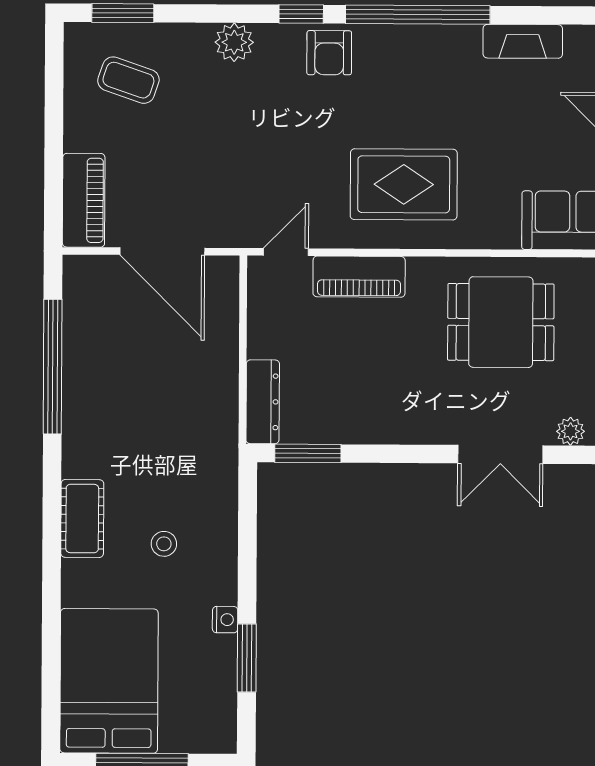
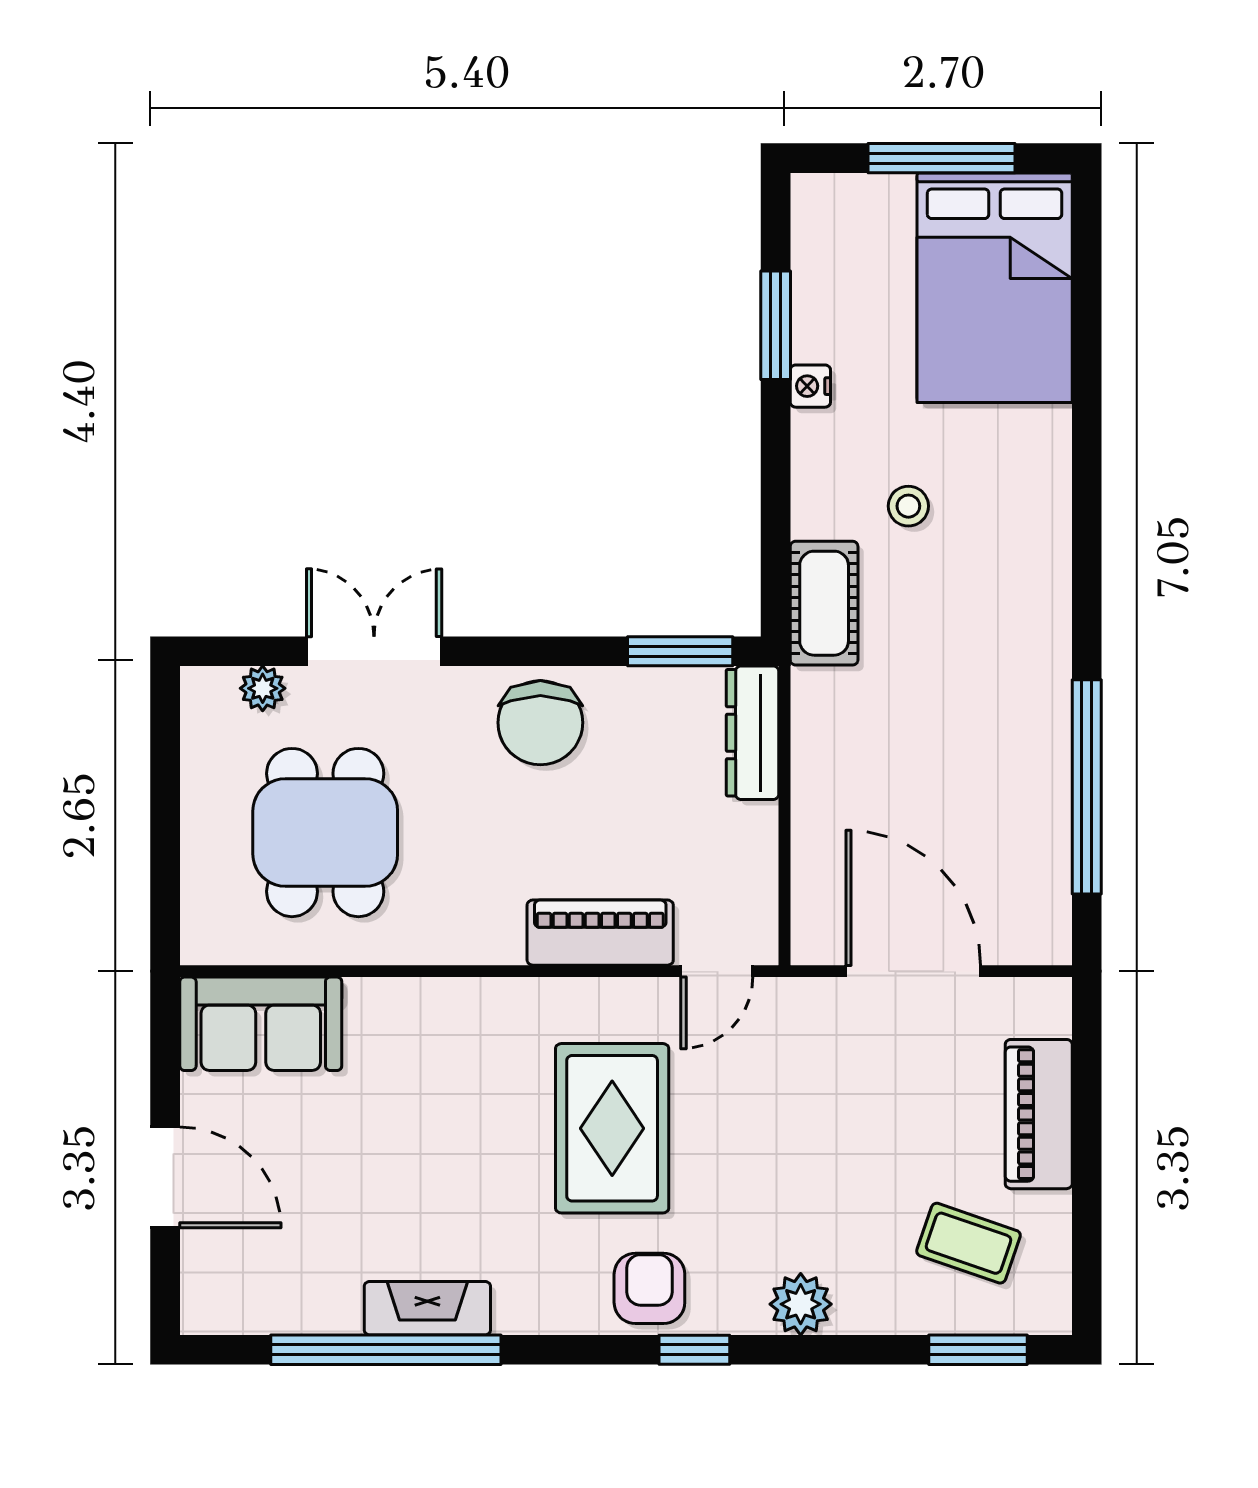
window: (418, 15) -> (386, 1350), moved
fireplace: (523, 41) -> (427, 1308), moved
rug: (404, 184) -> (612, 1128), moved, turned 90
piano: (84, 200) -> (1039, 1114), moved
dining table: (501, 322) -> (325, 833), moved, turned 90
chair: (396, 409) -> (540, 723), added
cot: (82, 518) -> (824, 603), moved

